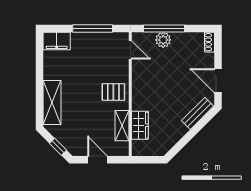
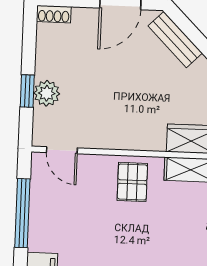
window: (164, 28) -> (27, 91), width x0.46
door: (130, 50) -> (62, 150), swing flipped

